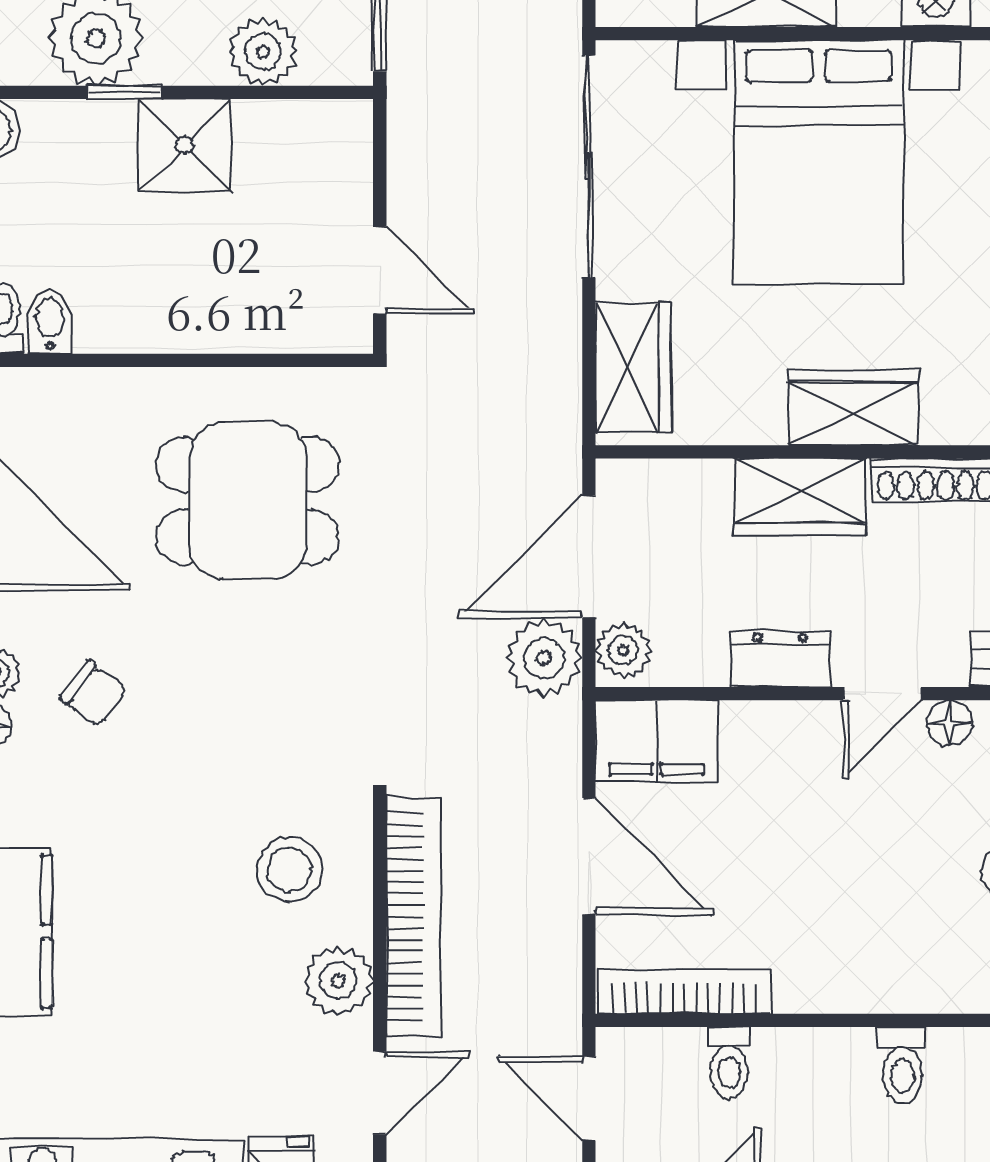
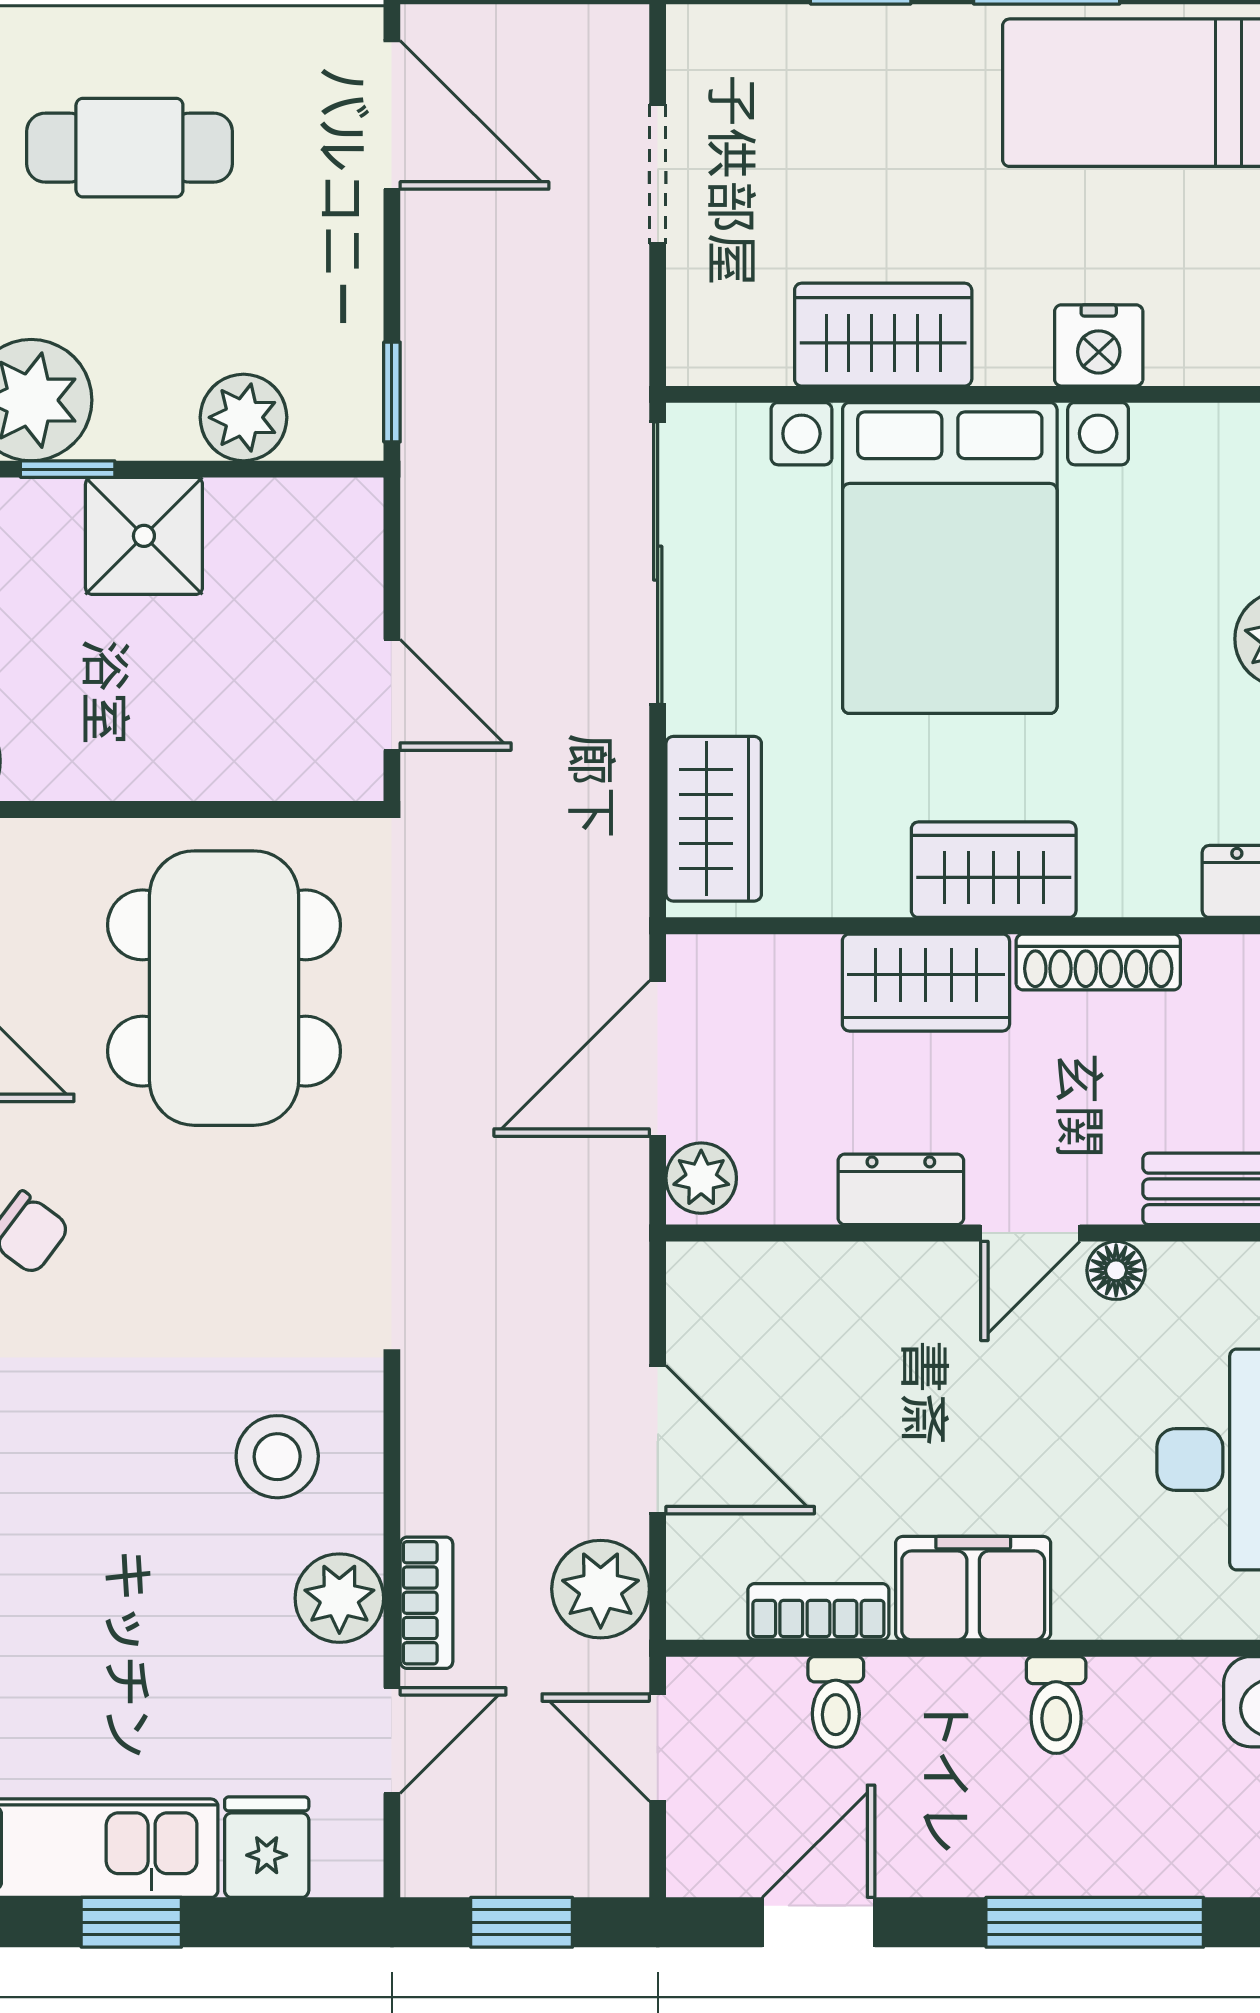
dining table: (248, 501) -> (224, 988), width x1.38
plant: (544, 658) -> (601, 1589), moved
filing cabinet: (656, 741) -> (973, 1588), moved, turned 180
bookcase: (413, 917) -> (427, 1603), width x0.43, depth x0.76
bookcase: (684, 992) -> (818, 1612), width x0.64

